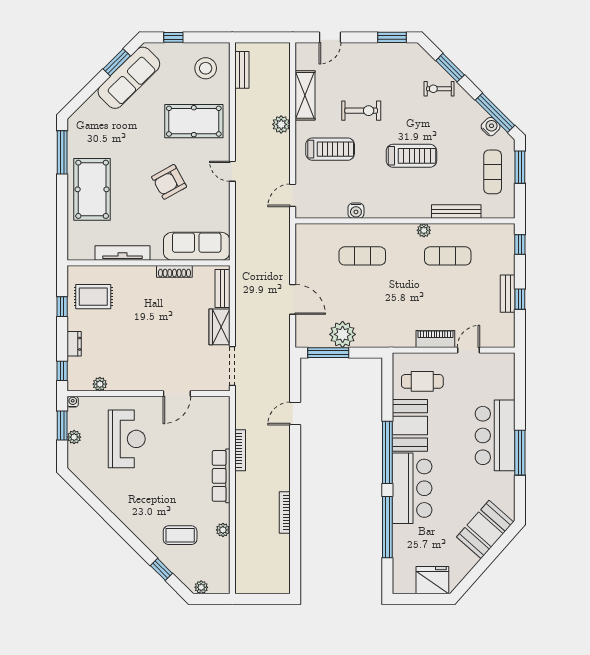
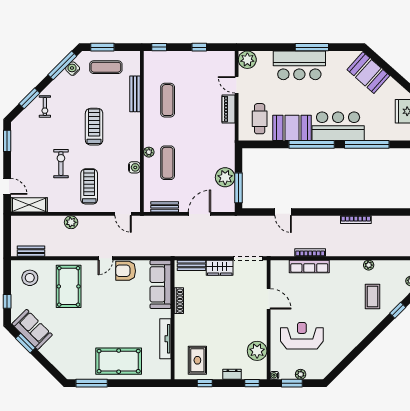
sofa: (129, 78) -> (32, 329), width x0.73
shelving: (305, 95) -> (29, 205), moved
armchair: (169, 182) -> (126, 271), moved, turned 119
plant: (424, 230) -> (149, 152), moved
bench: (508, 294) -> (165, 207), moved
plant: (503, 365) -> (247, 60), added
plant: (100, 384) -> (257, 351), width x1.87, depth x1.87
row of seats: (221, 476) -> (309, 266), moved

